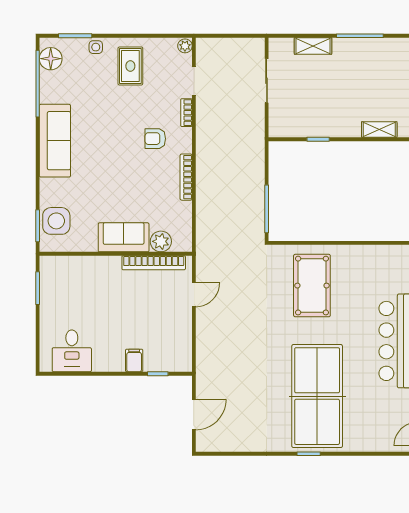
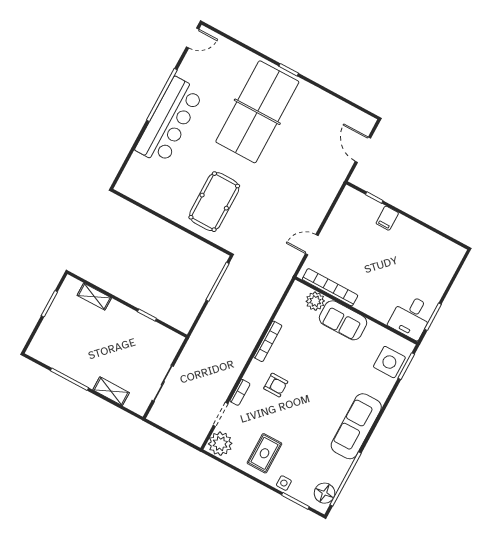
plant: (185, 46) -> (220, 444), width x1.88, depth x1.88
desk: (72, 351) -> (411, 317), moved, turned 180
door: (194, 415) -> (363, 150), hinge flipped

